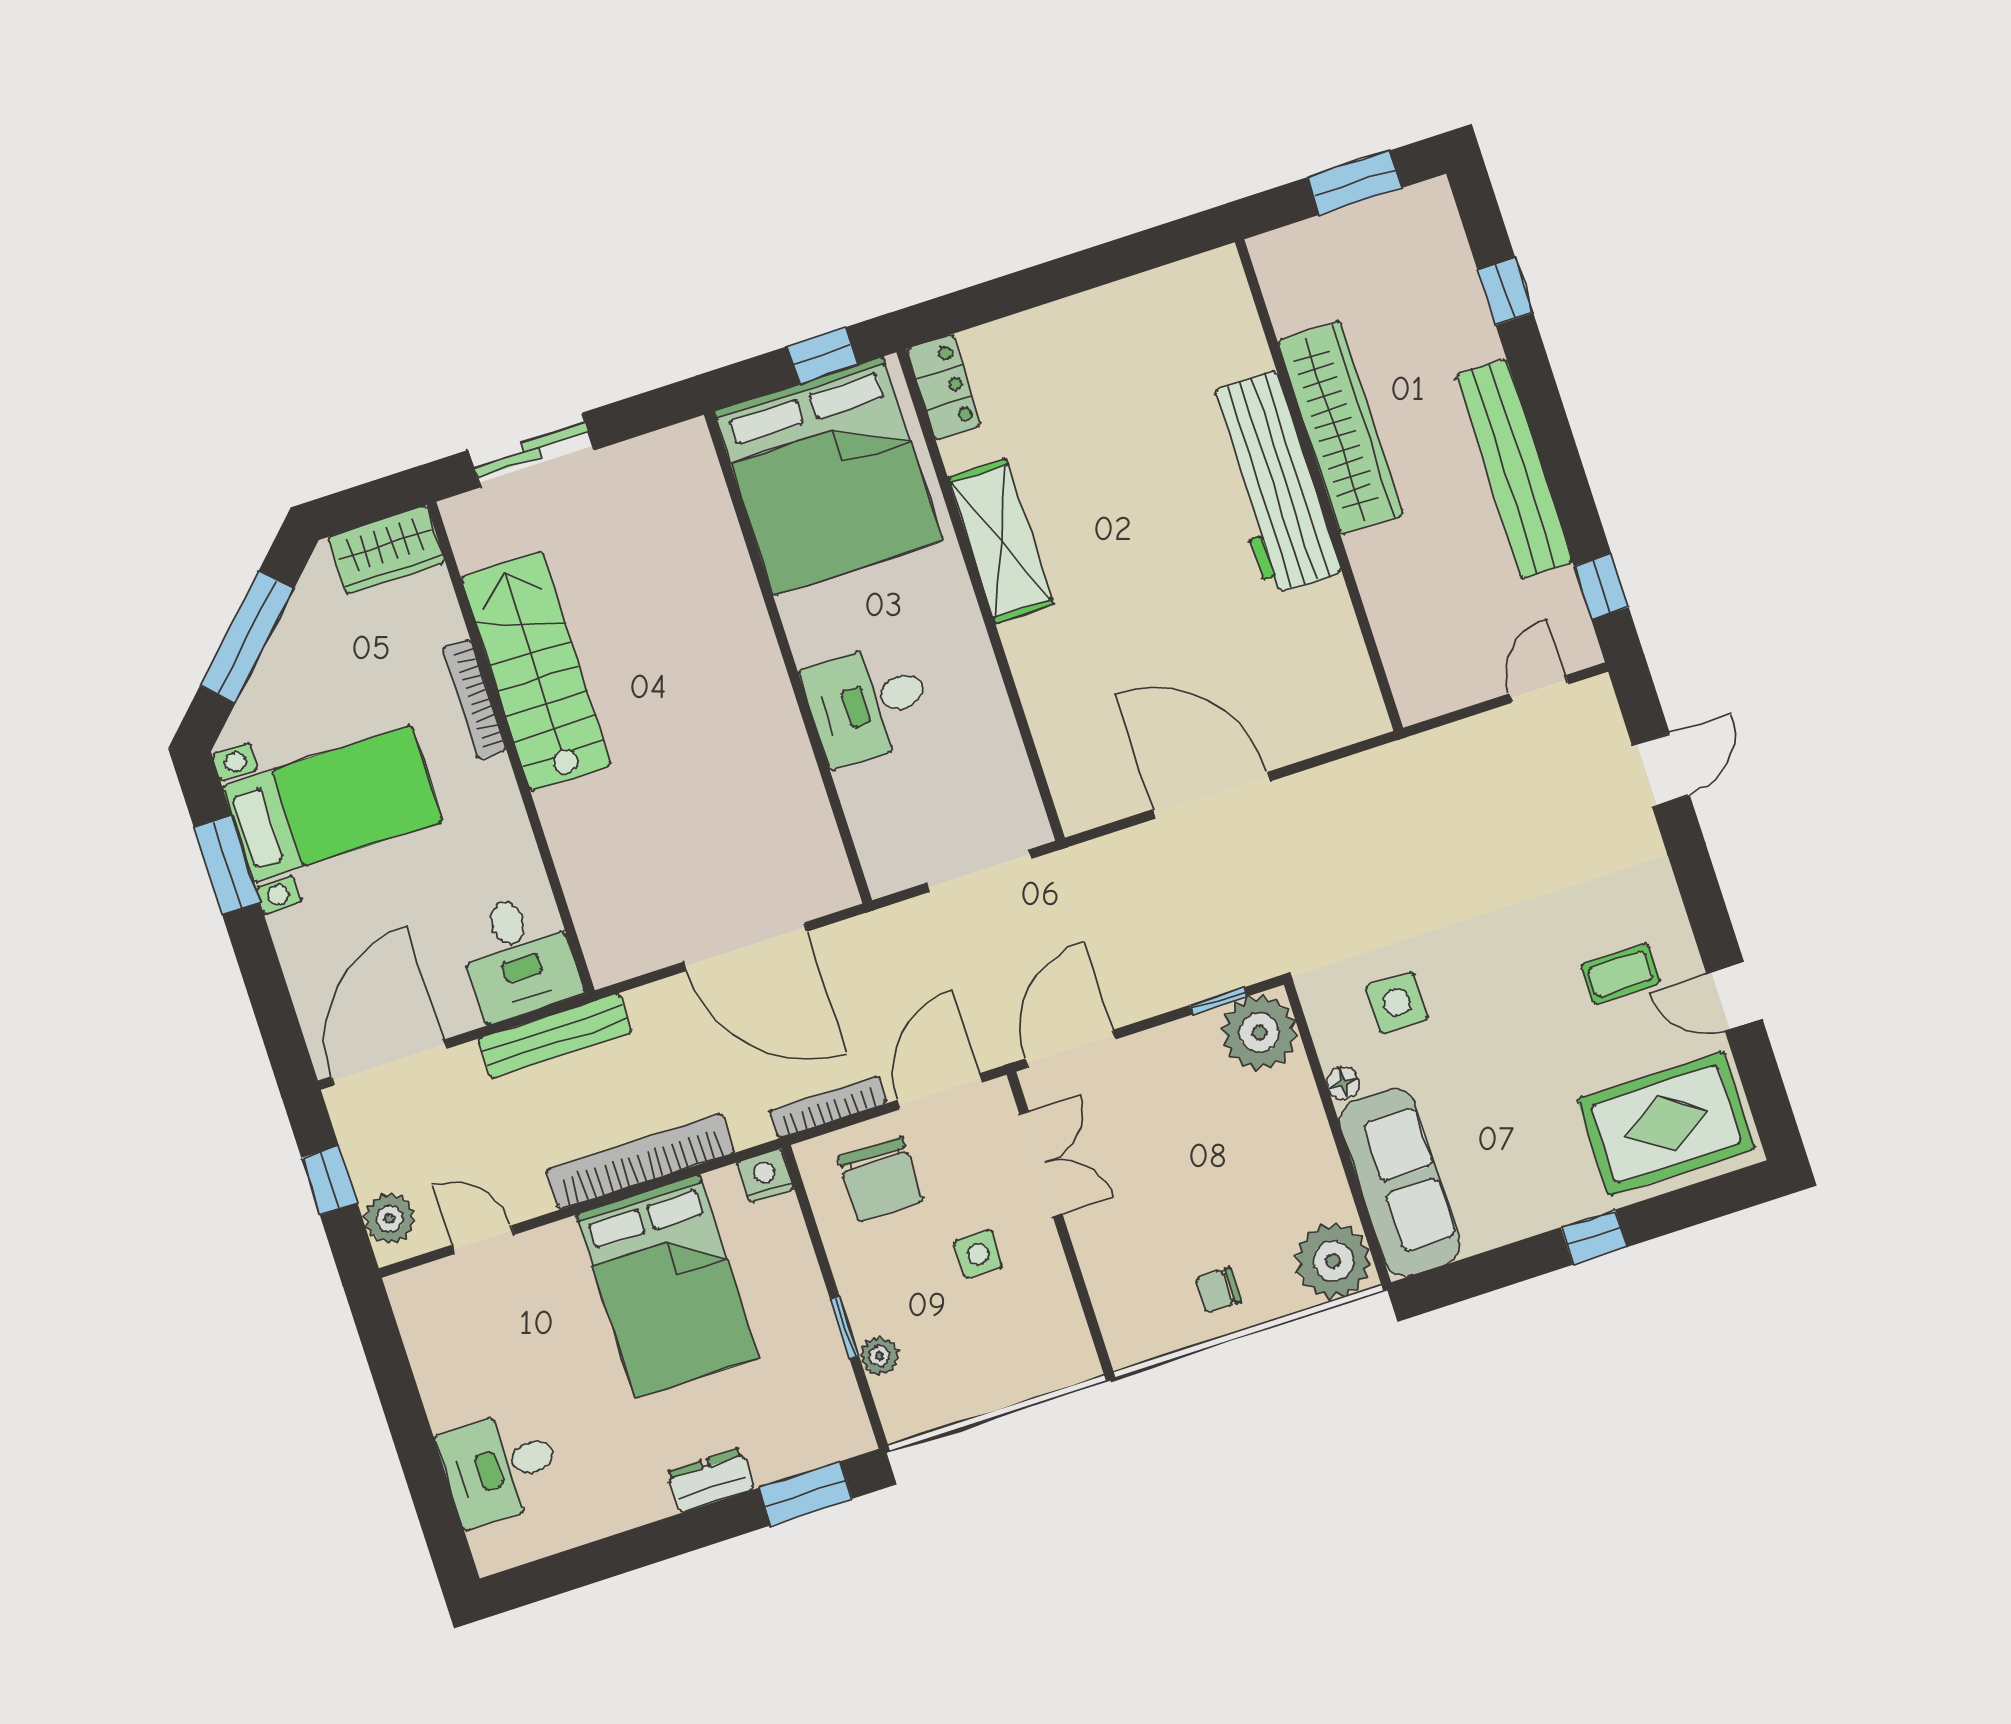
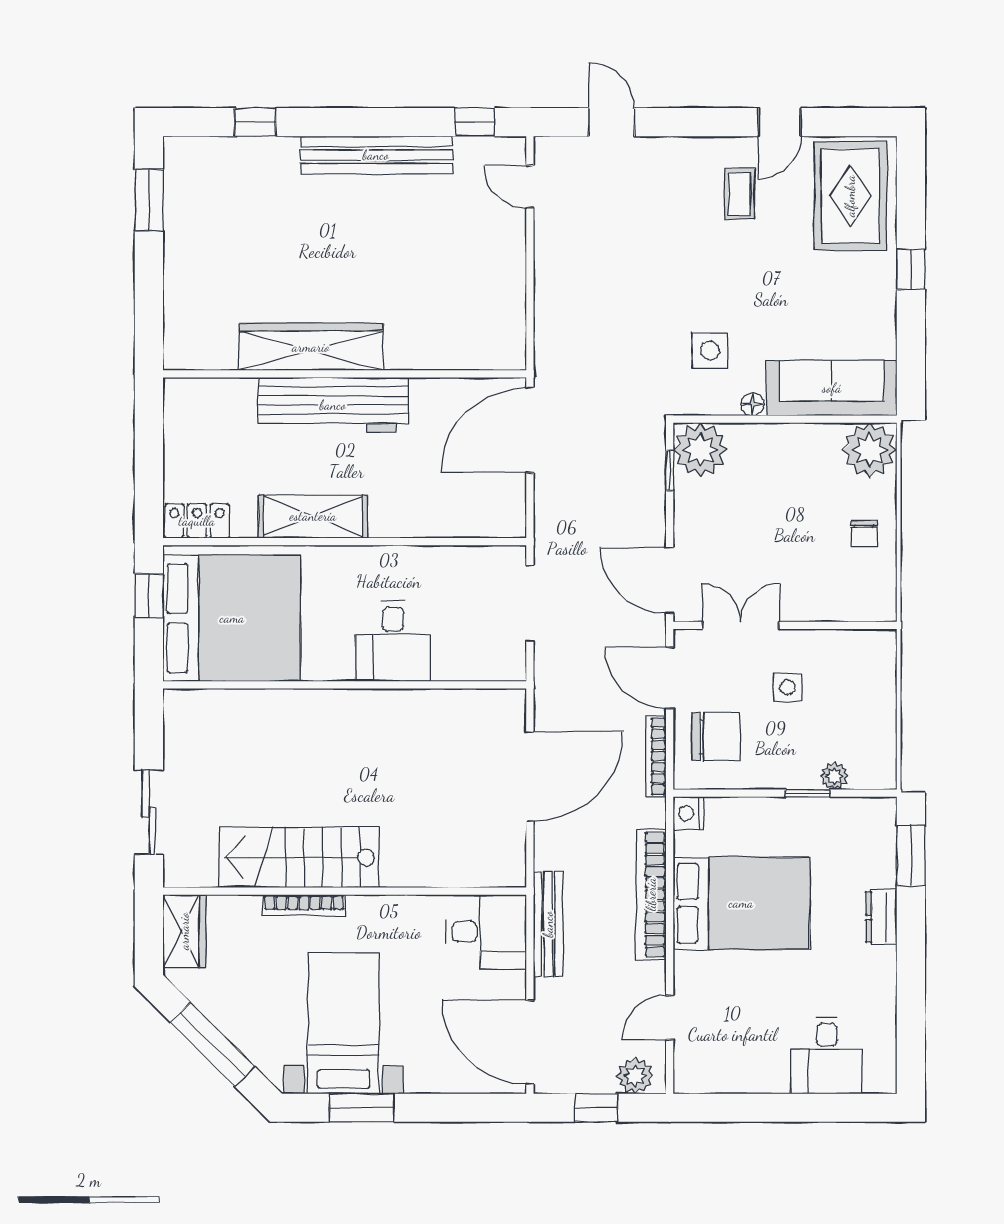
wardrobe: (1340, 428) -> (311, 347), moved
workbench: (1272, 483) -> (333, 405), moved
wall: (1319, 485) -> (345, 374), moved

